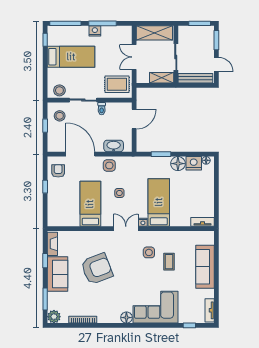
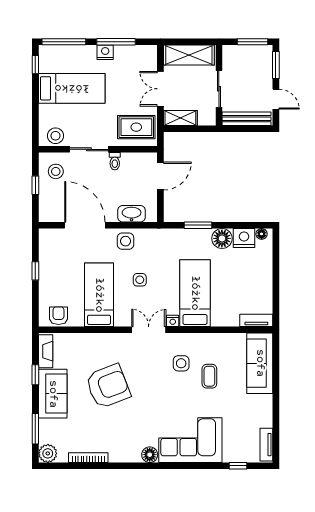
shelving: (162, 78) -> (180, 118), moved
armchair: (58, 171) -> (59, 316), moved
sofa: (205, 267) -> (260, 363), moved

